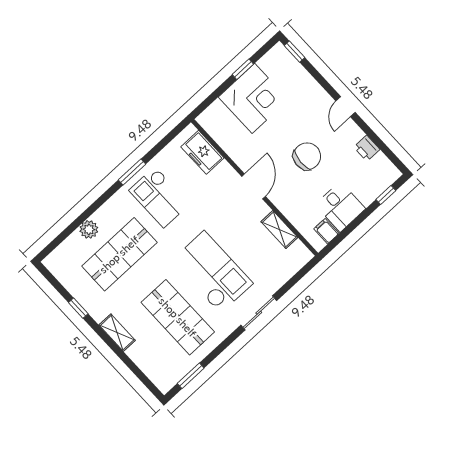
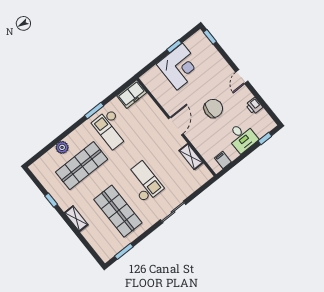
freezer: (202, 152) -> (132, 94), moved, turned -90
desk: (340, 207) -> (242, 137), moved
checkout: (212, 272) -> (143, 182), width x0.73, depth x0.83

